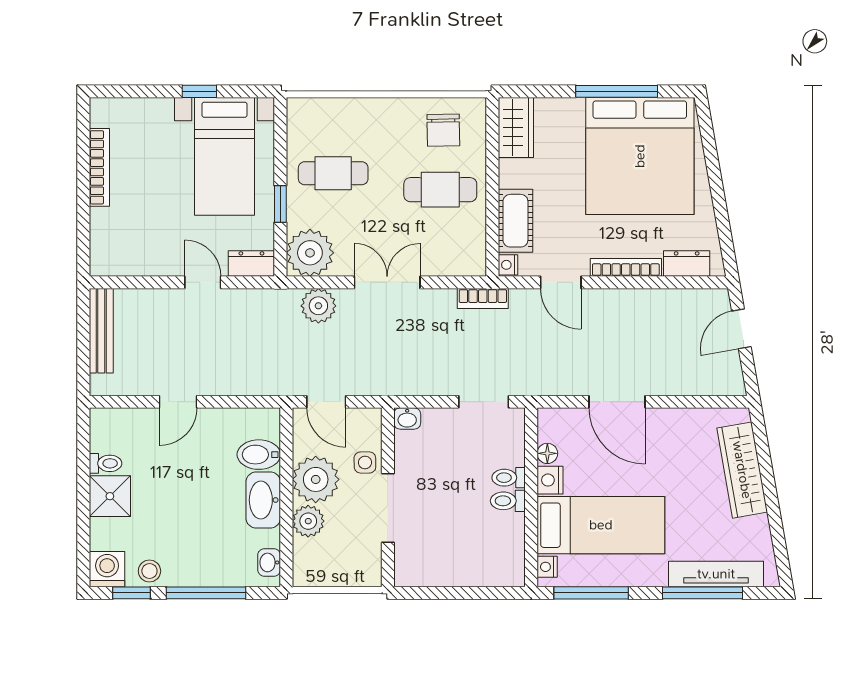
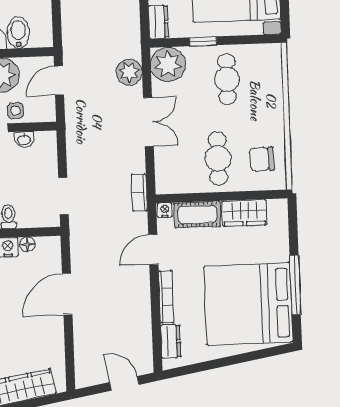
wardrobe: (516, 127) -> (244, 213), moved
washbasin: (407, 419) -> (24, 140), moved, turned -90

